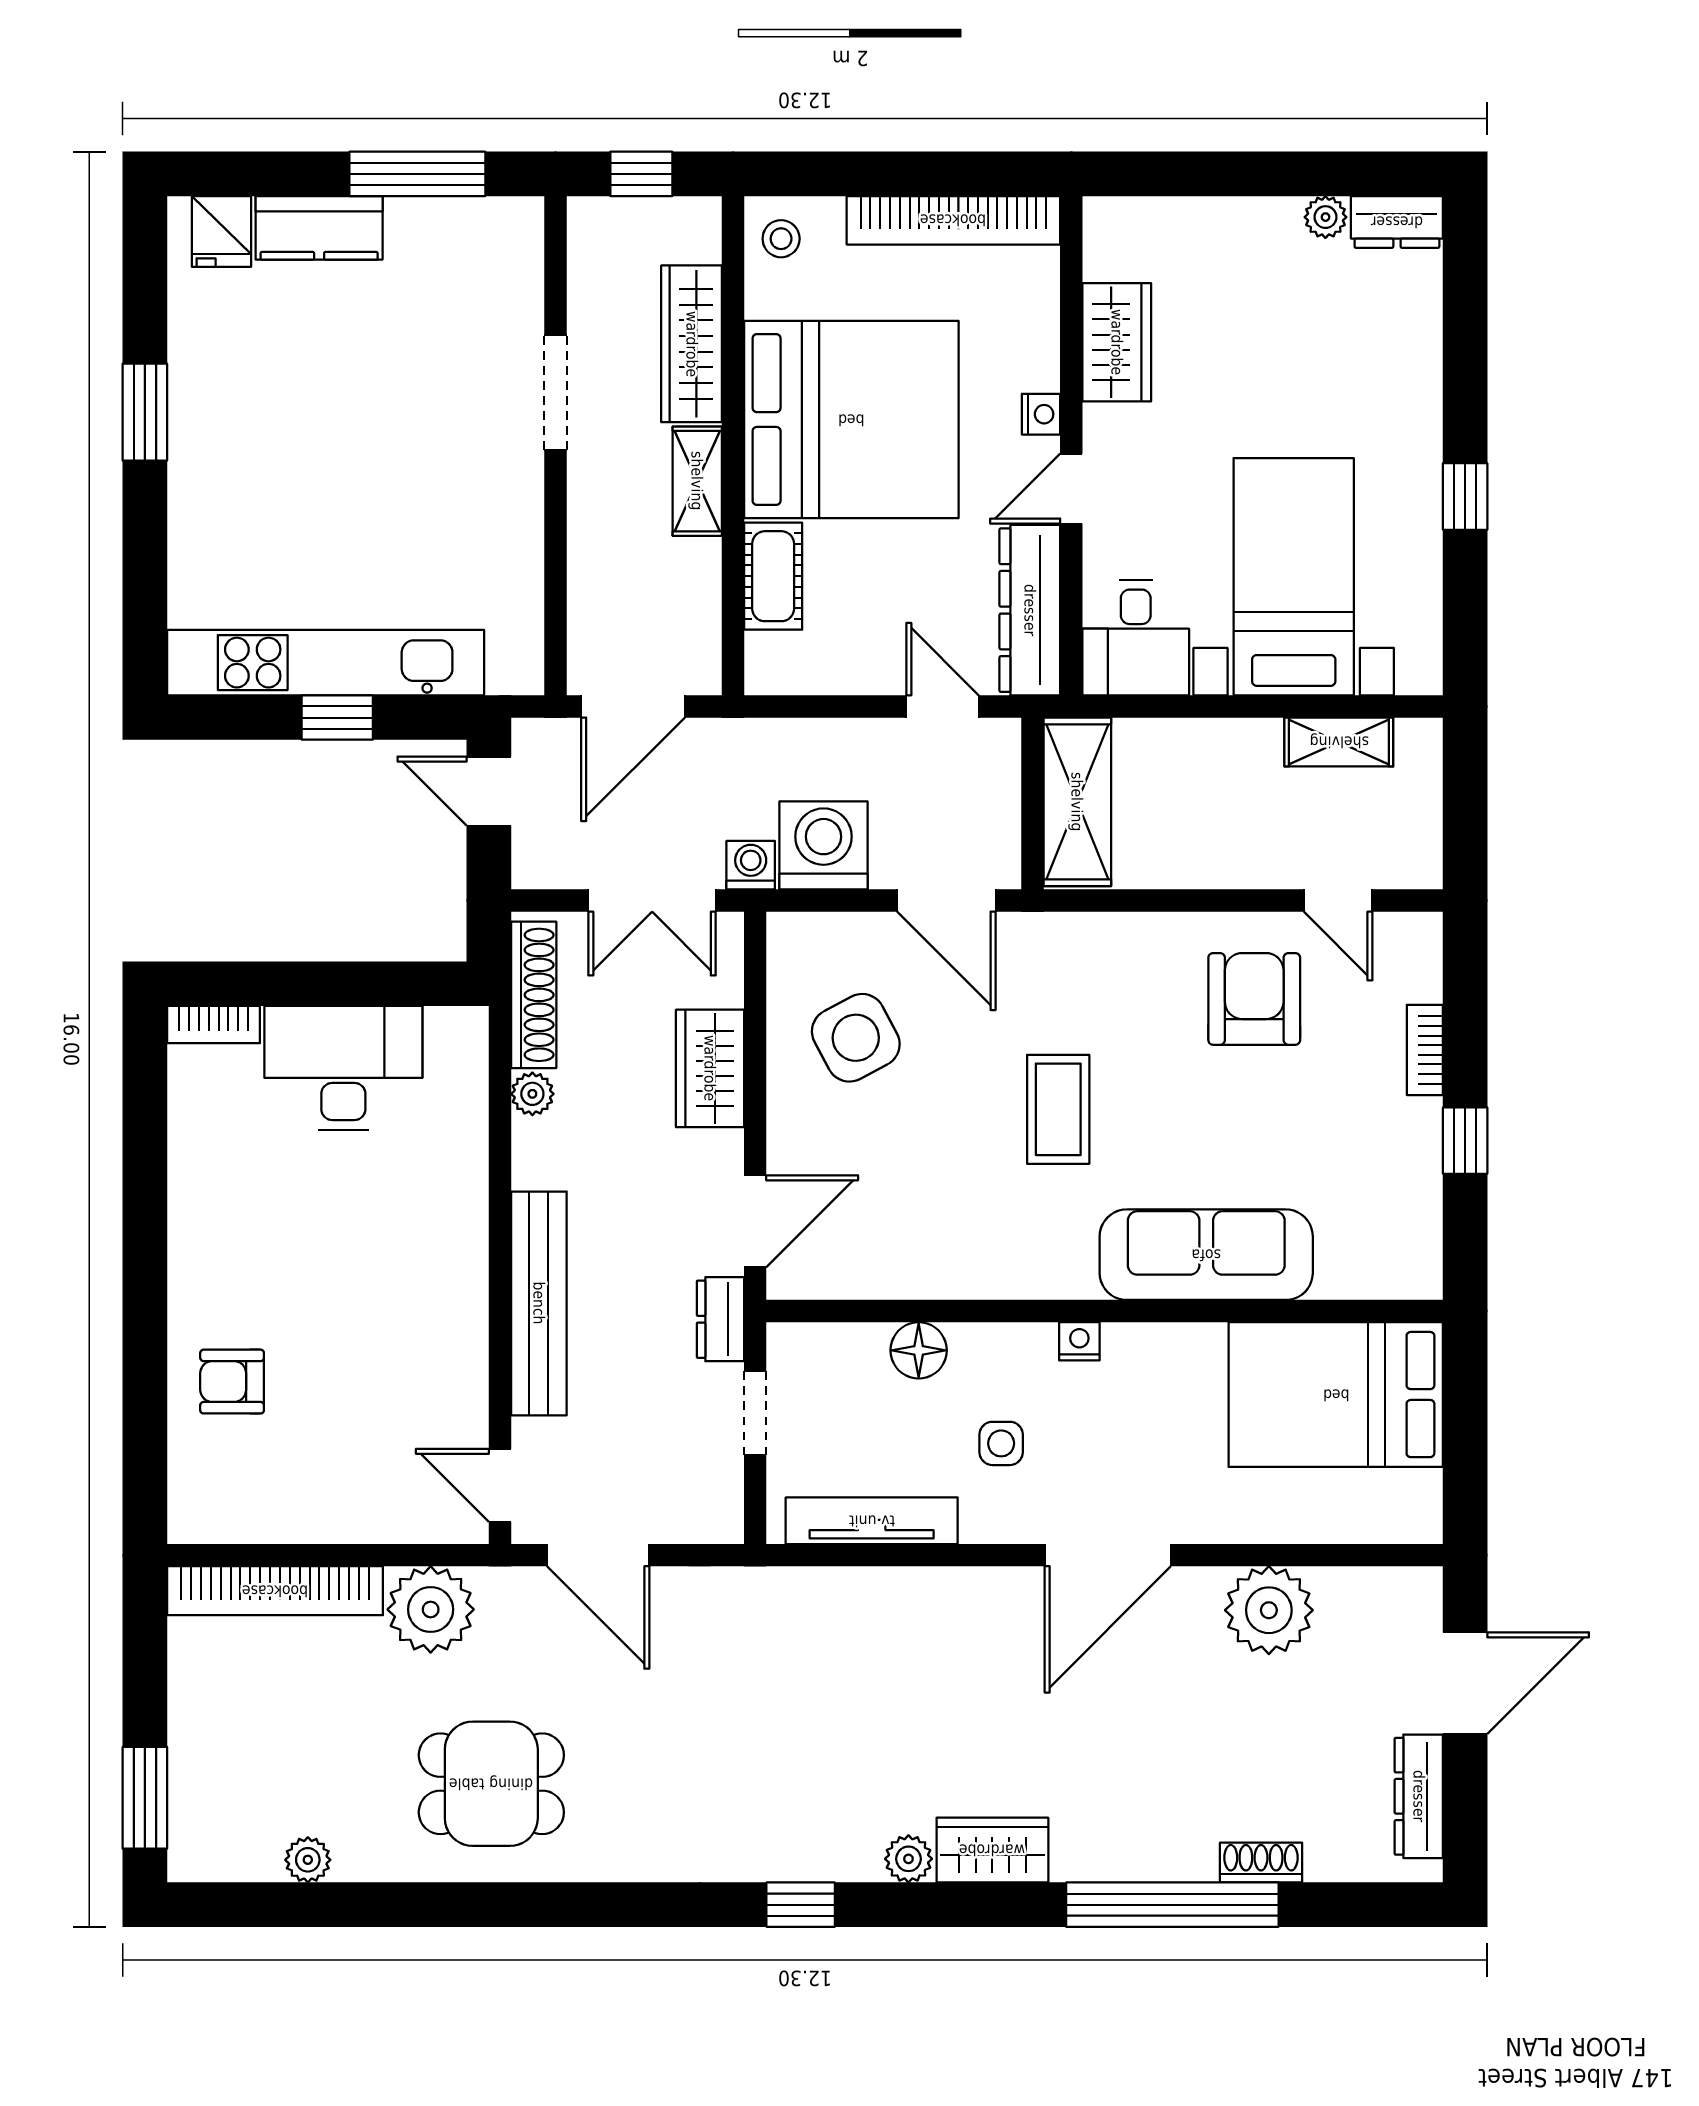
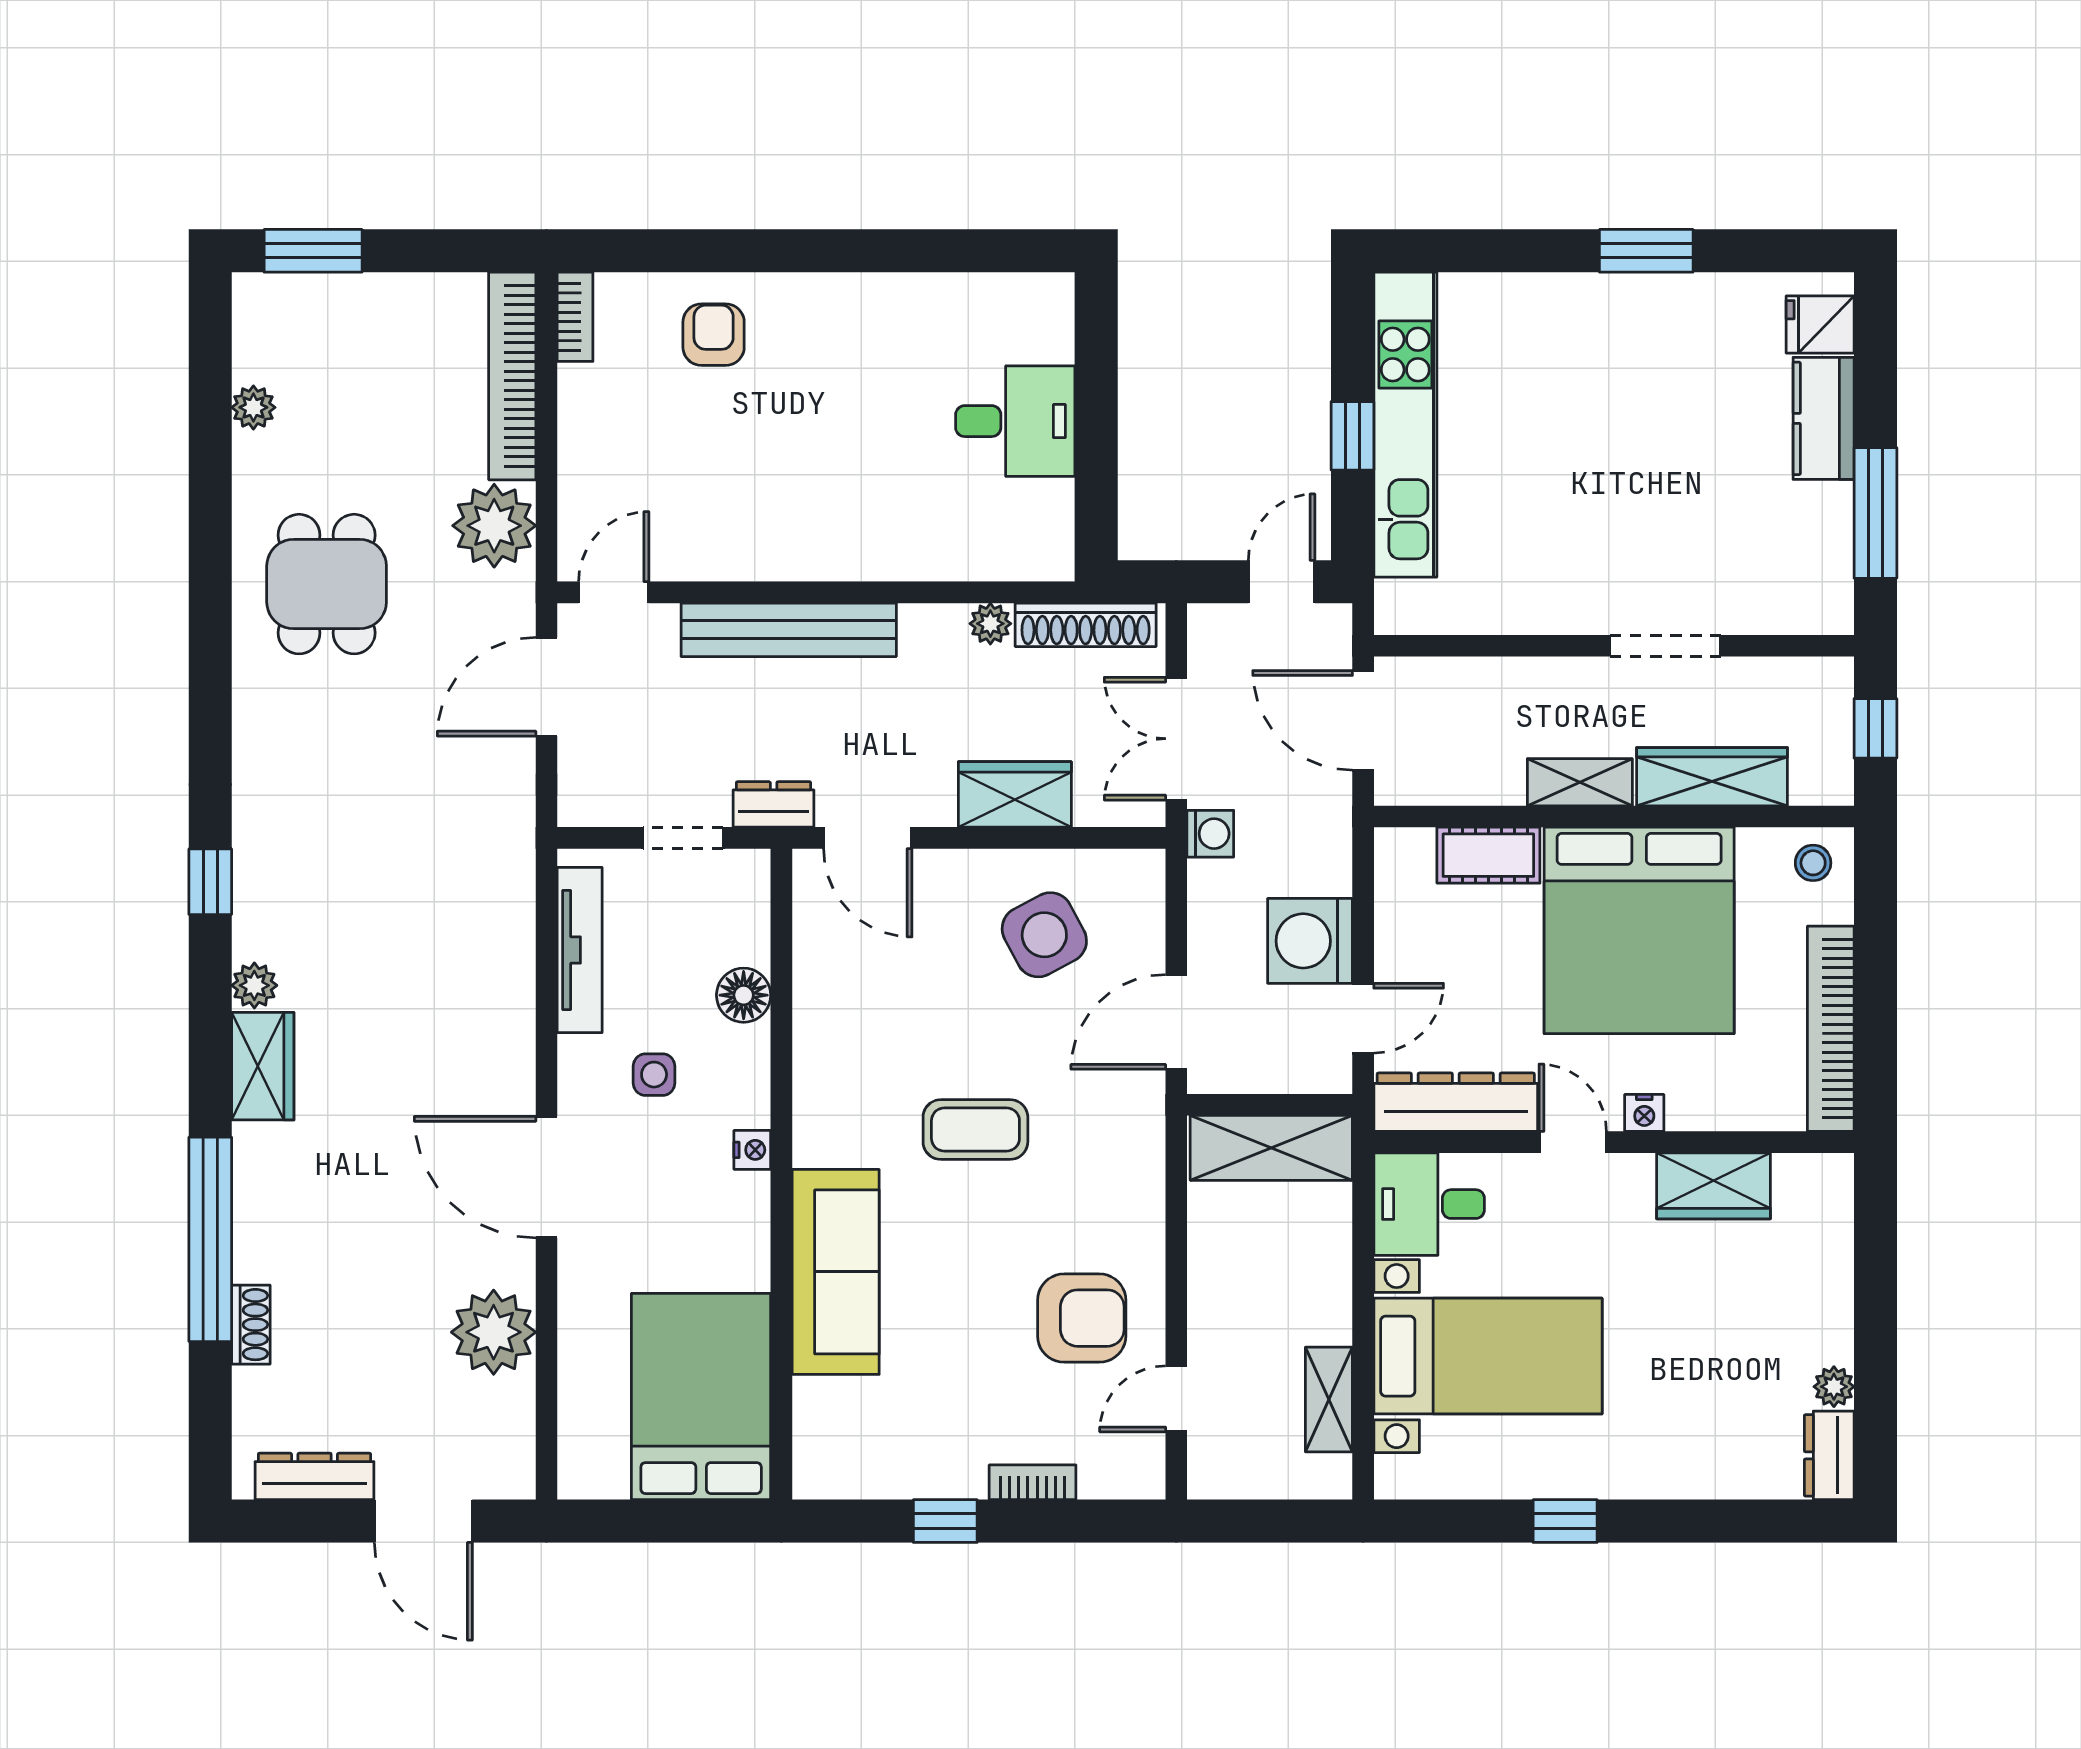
washing machine: (824, 845) -> (1310, 941), moved, turned 180
bookcase: (214, 1025) -> (575, 317), moved, turned 180
desk: (343, 1068) -> (1015, 421), width x0.73

